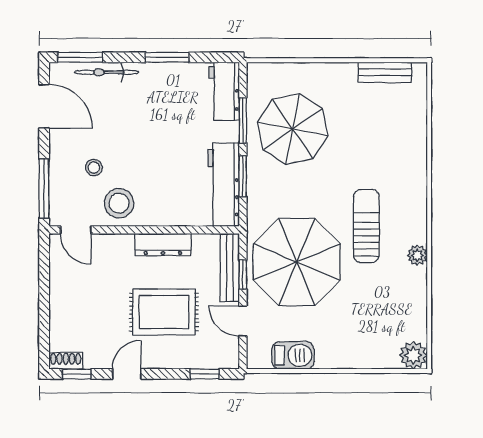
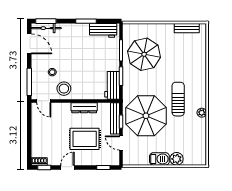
bicycle: (107, 72) -> (46, 28), moved
workbench: (224, 91) -> (103, 30), moved, turned -90
workbench: (224, 185) -> (112, 85), width x0.73
barbecue: (293, 355) -> (159, 159), moved
plant: (413, 355) -> (177, 159), moved

